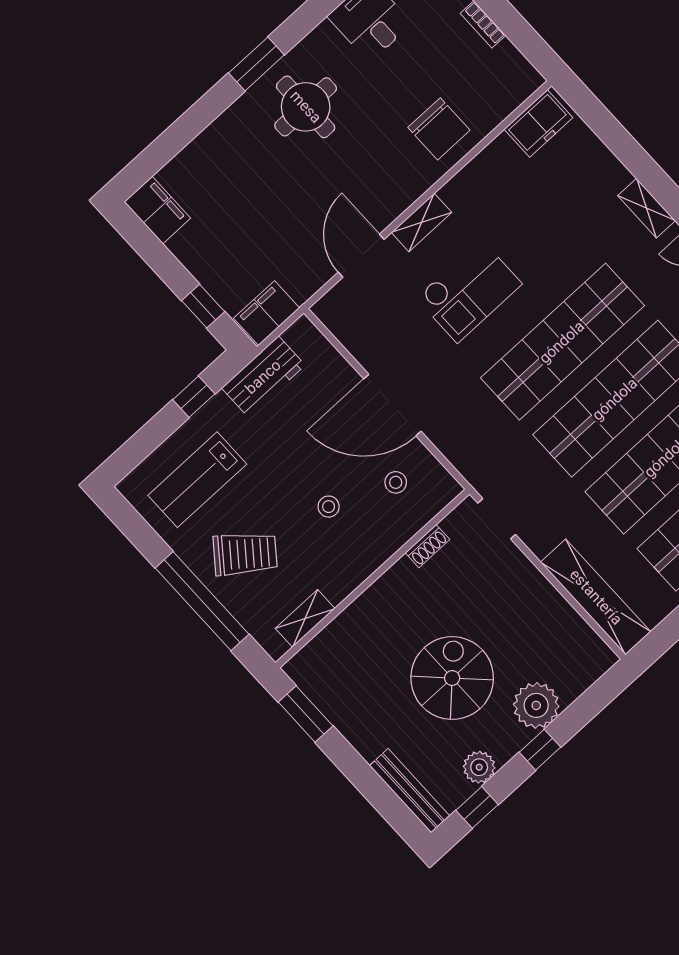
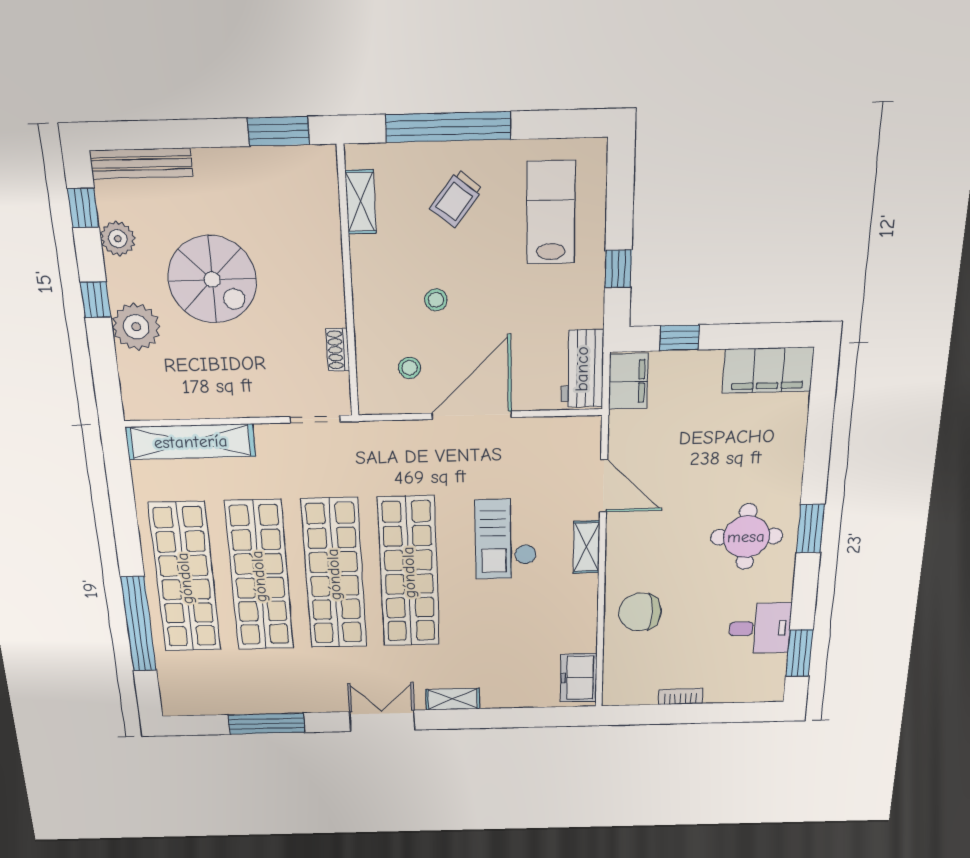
filing cabinet: (157, 210) -> (768, 370), width x1.50, depth x1.17
workbench: (263, 377) -> (582, 369), moved
trolley: (245, 554) -> (456, 199), width x0.73, depth x0.72

